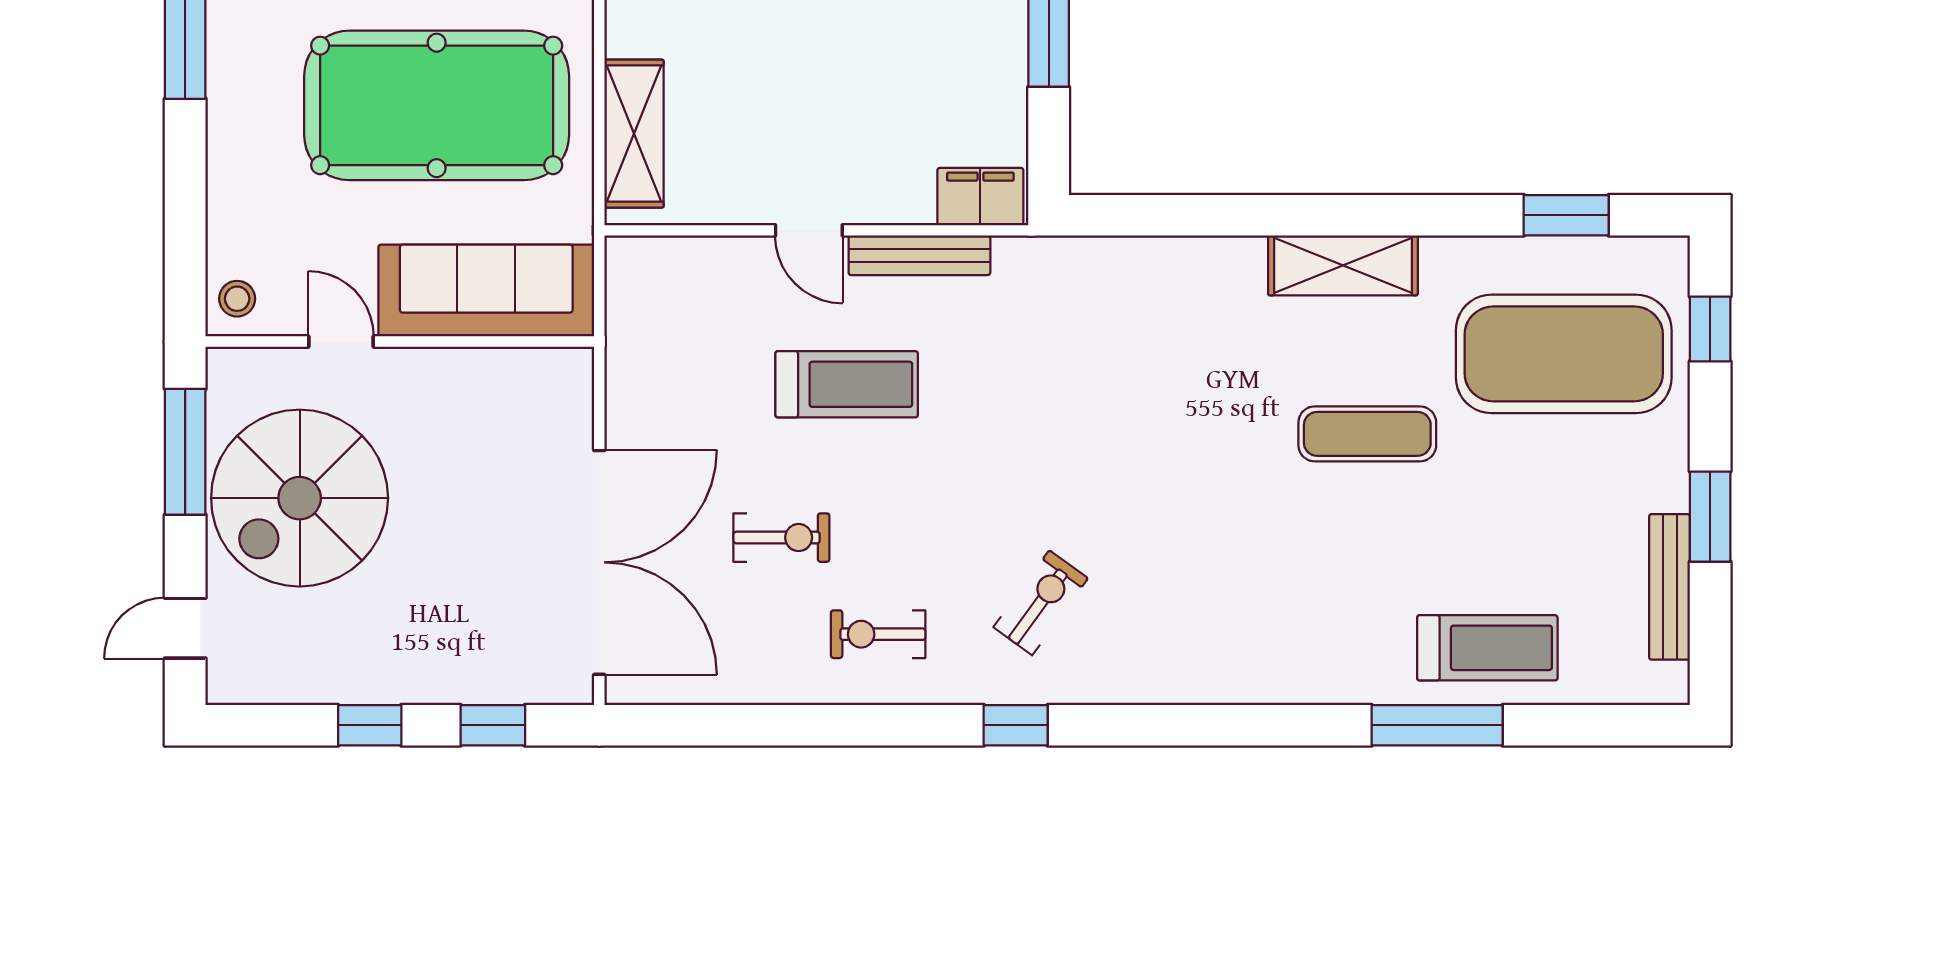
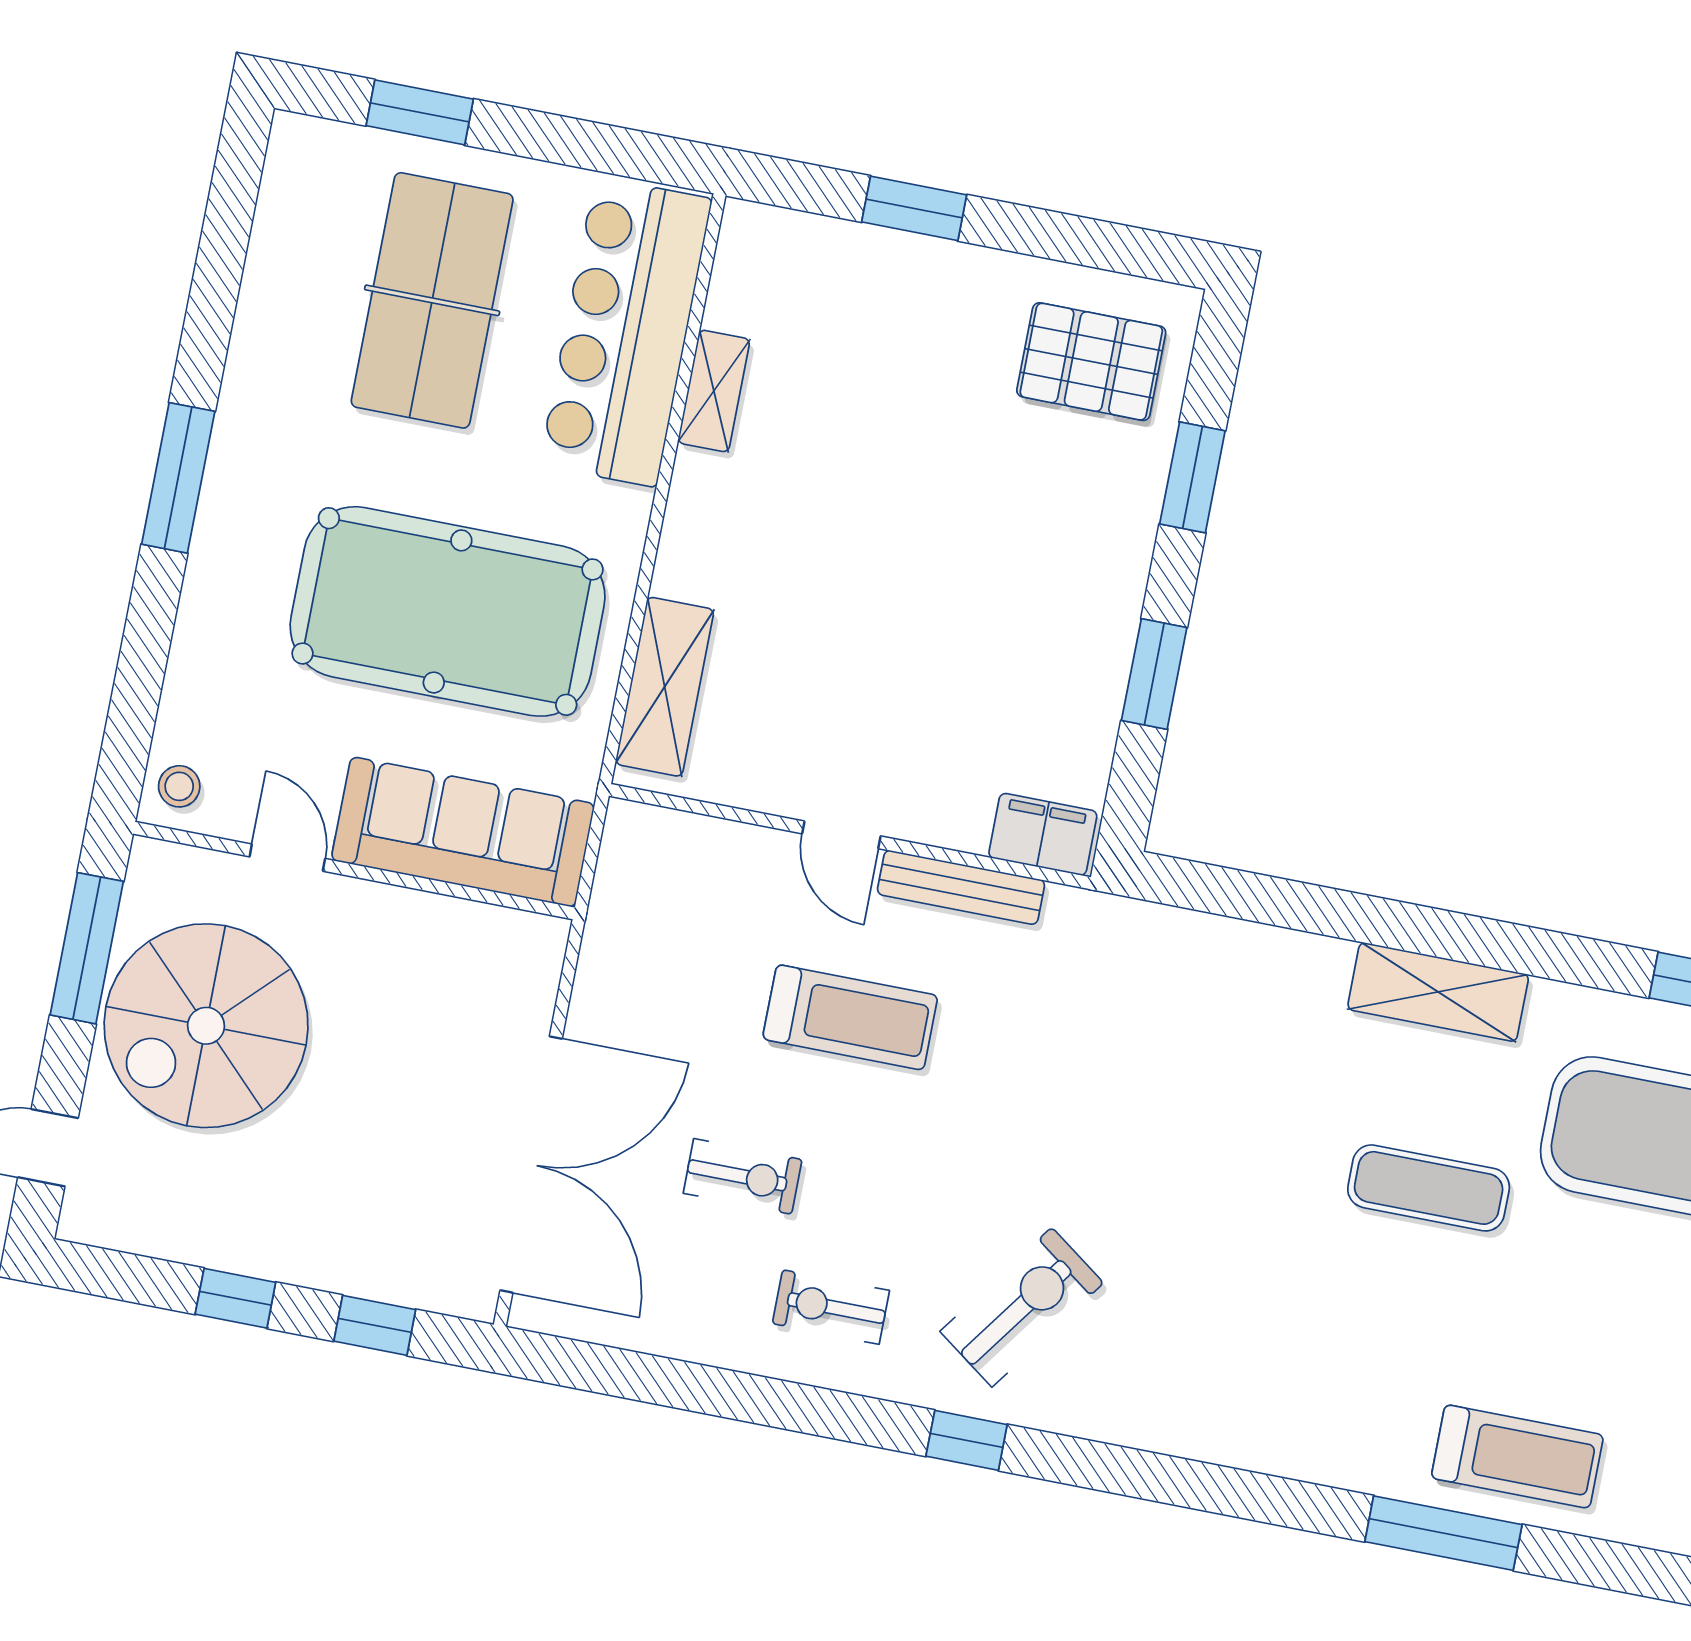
exercise bike: (1041, 603) -> (1022, 1307), width x1.38, depth x1.39

